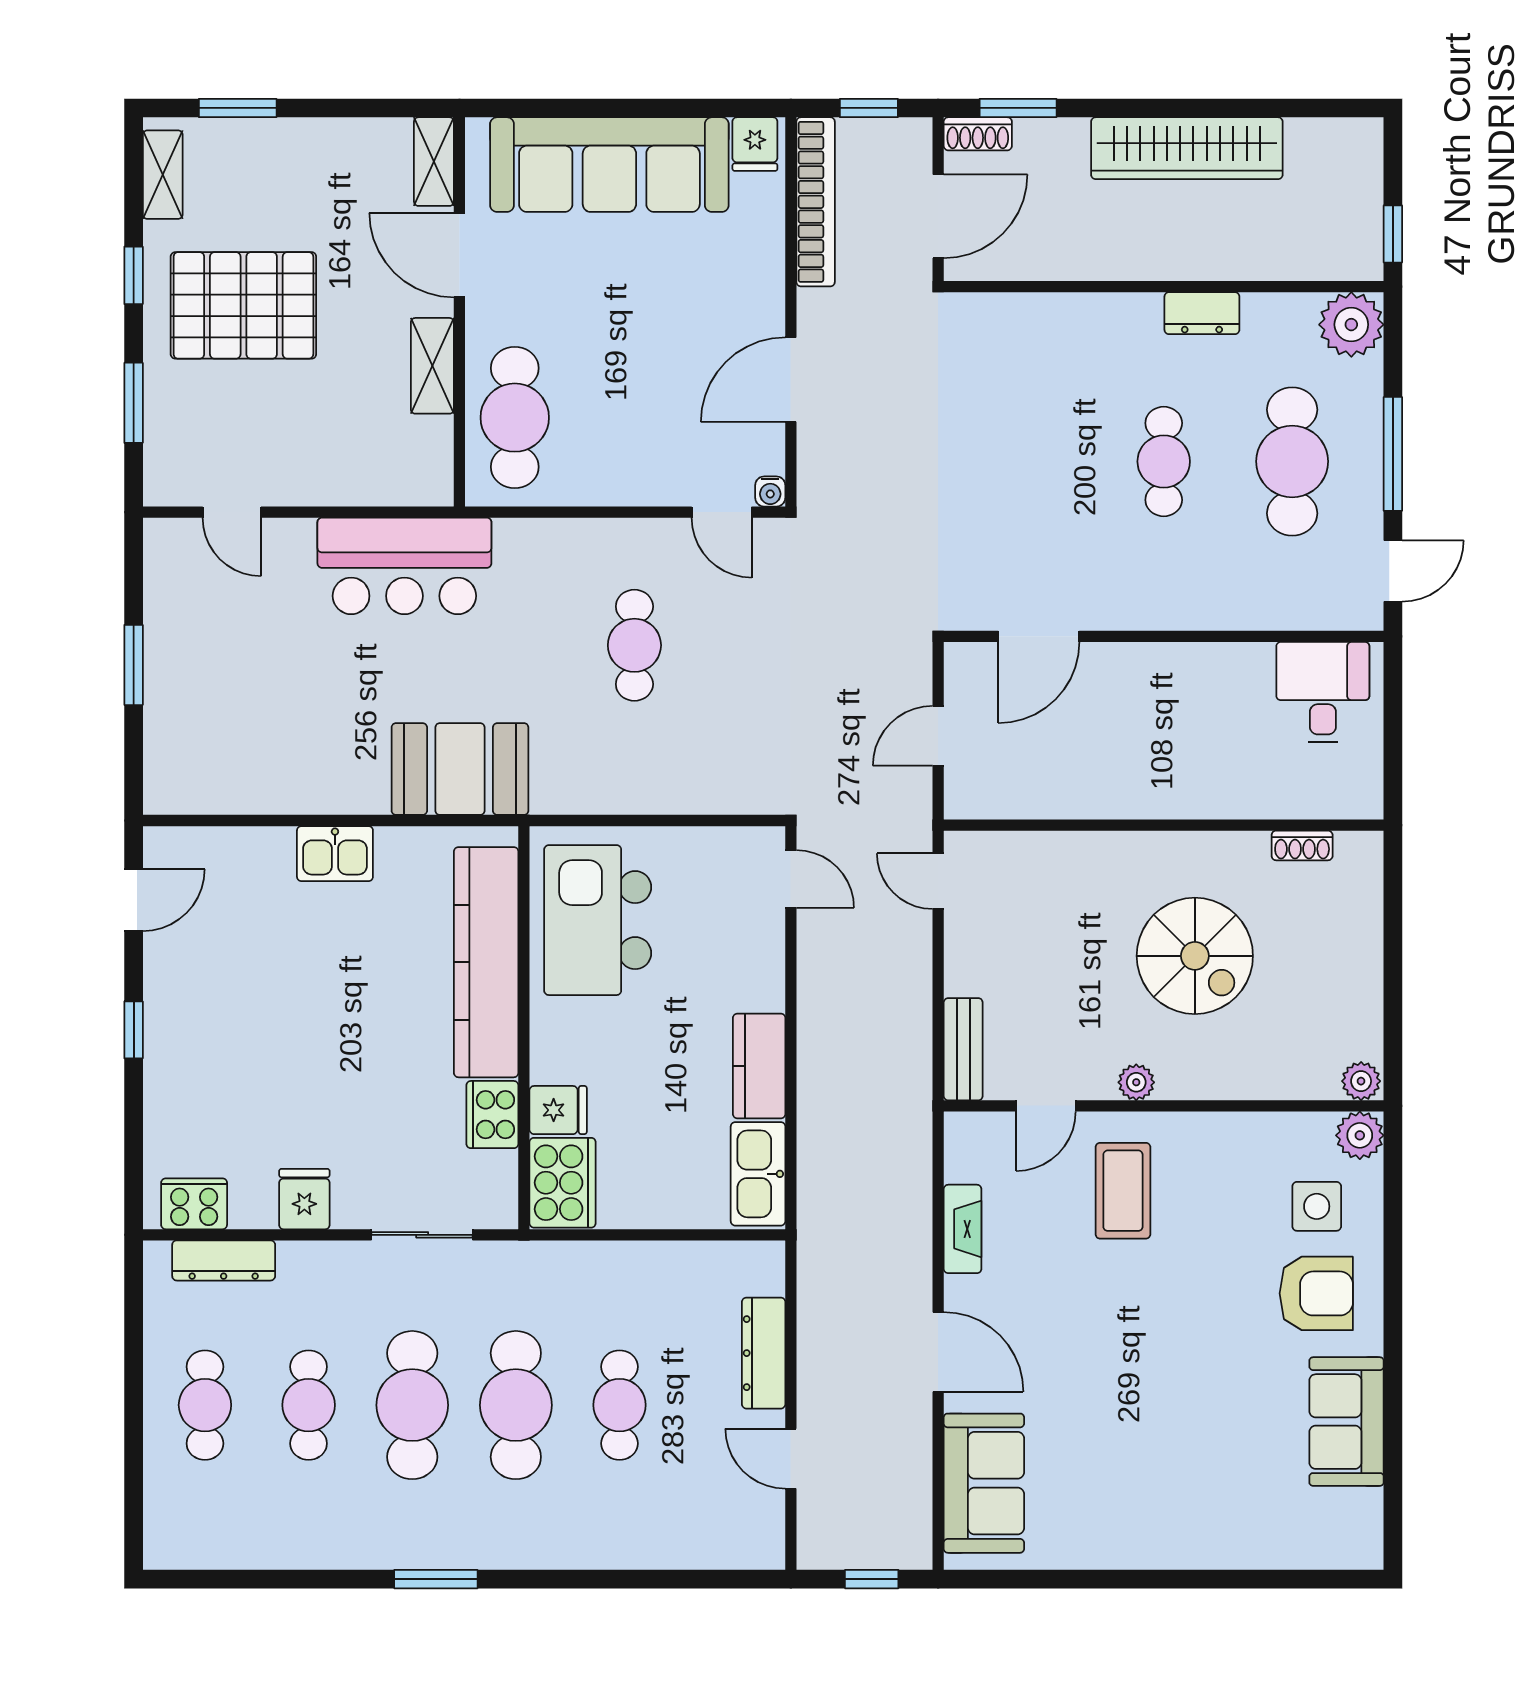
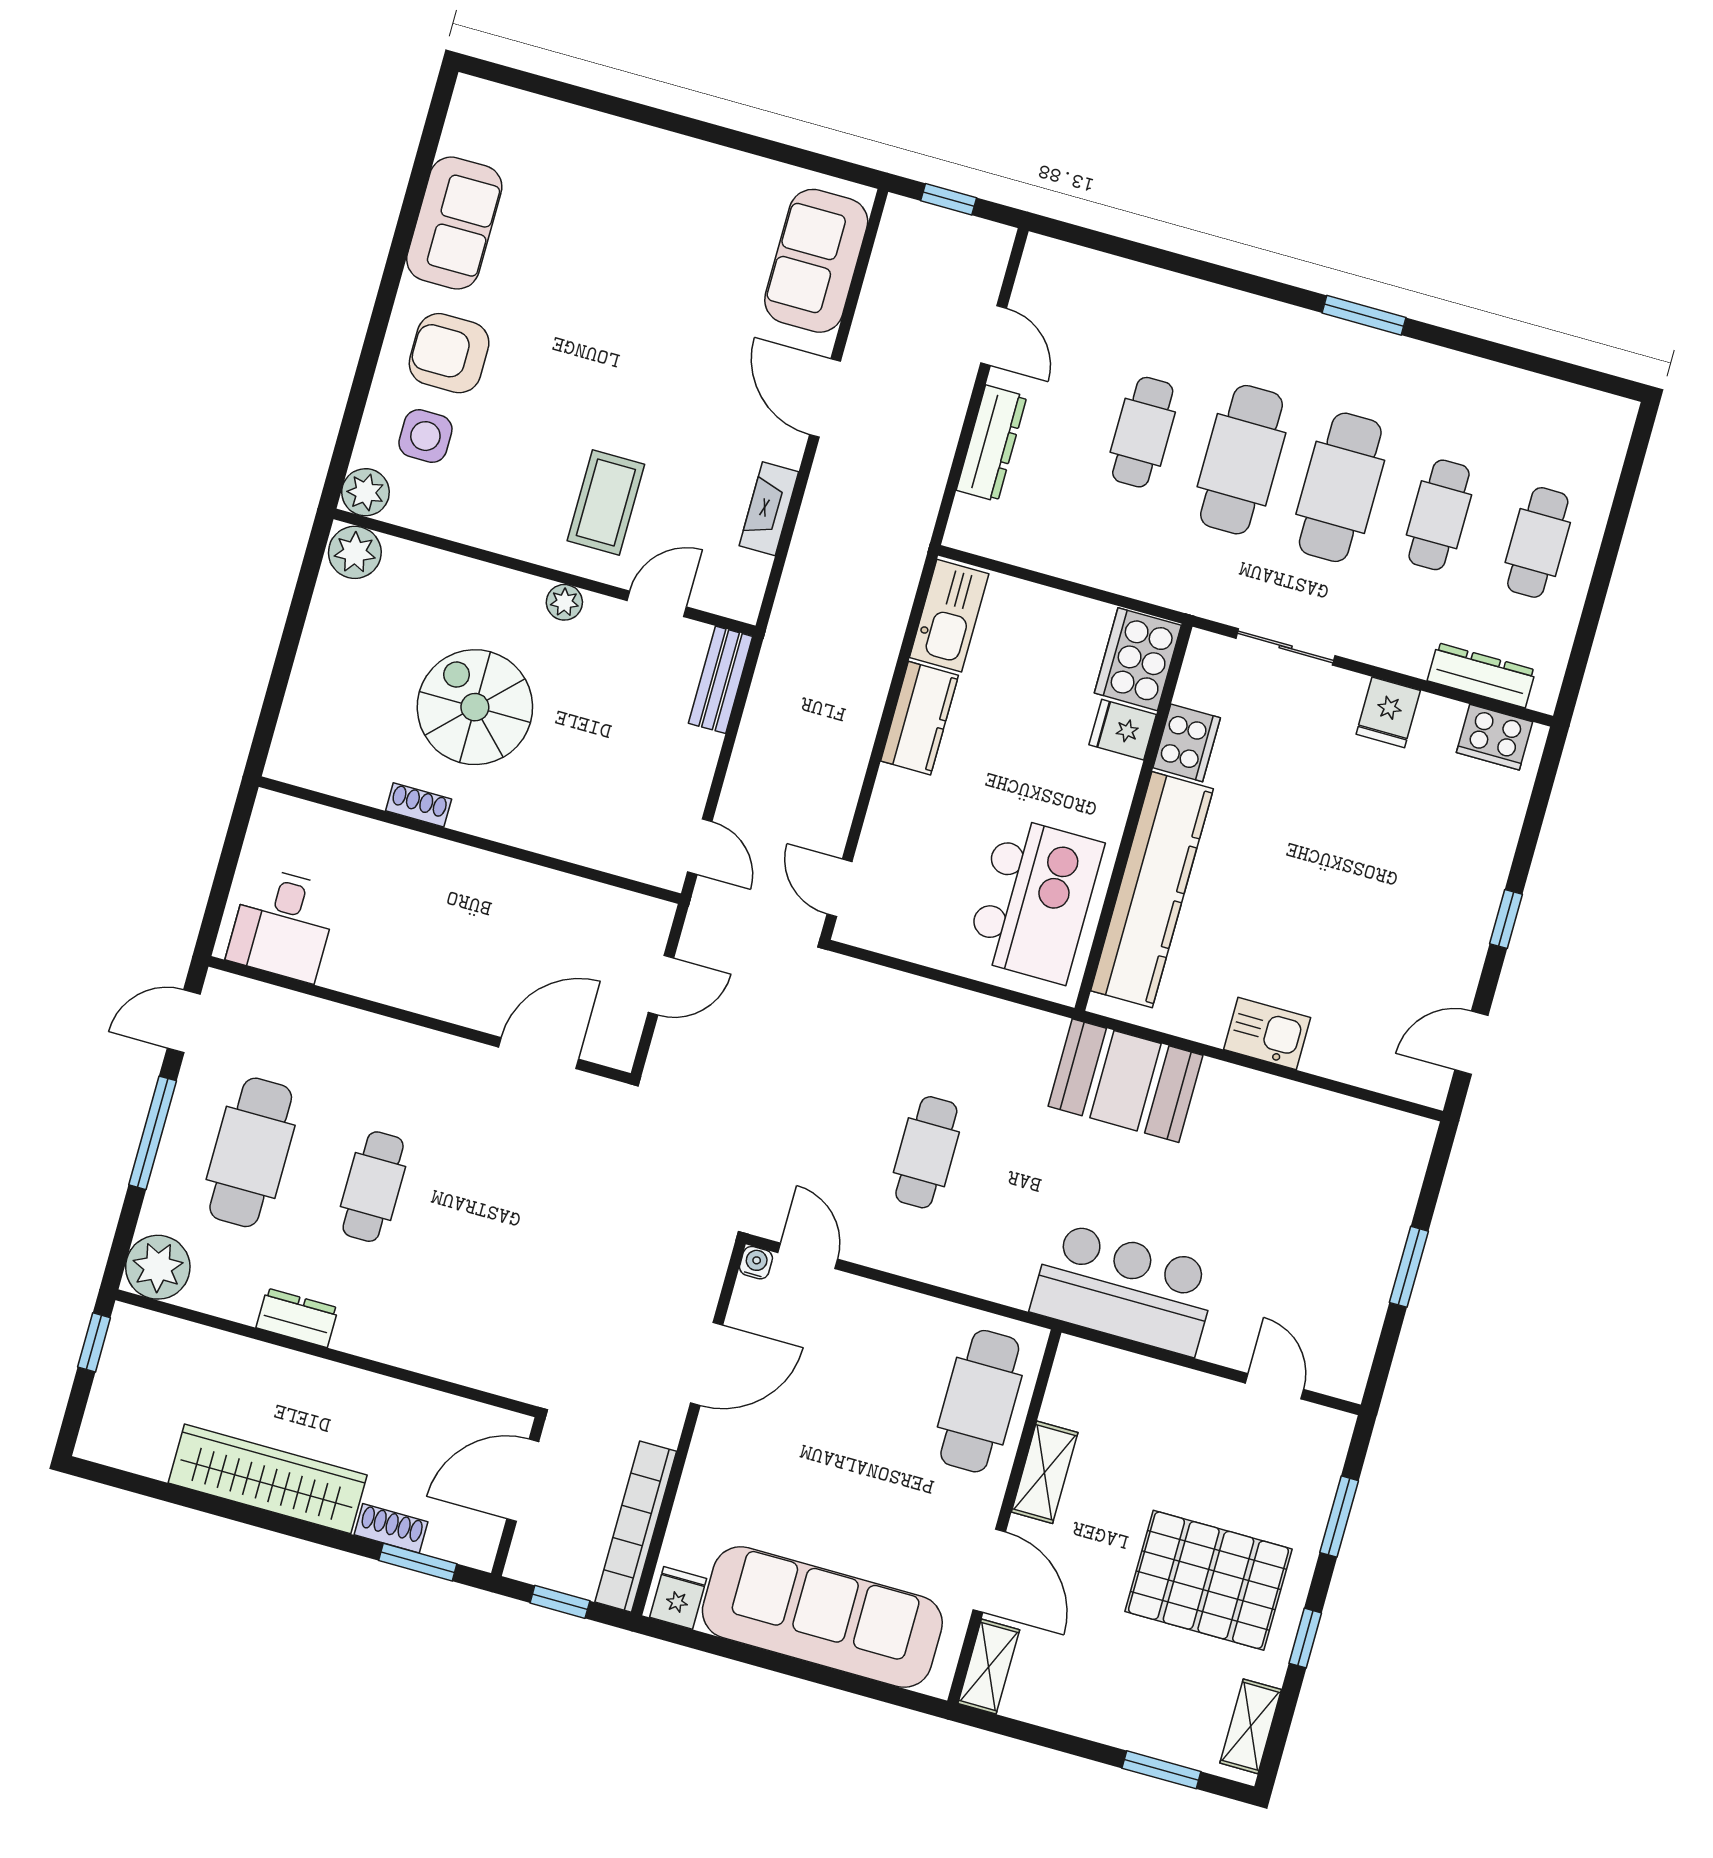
shoe rack: (978, 134) -> (391, 1528), moved
shoe rack: (1302, 845) -> (419, 805), moved
plant: (1361, 1081) -> (355, 552), width x1.38, depth x1.38

